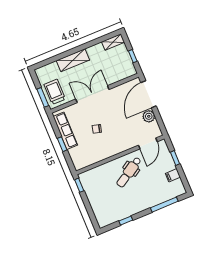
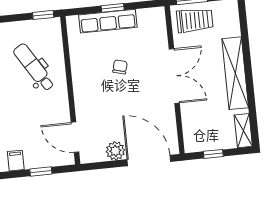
shelving: (73, 60) -> (235, 73), width x1.47
row of seats: (65, 131) -> (108, 21), moved
dental chair: (129, 172) -> (34, 67), moved

